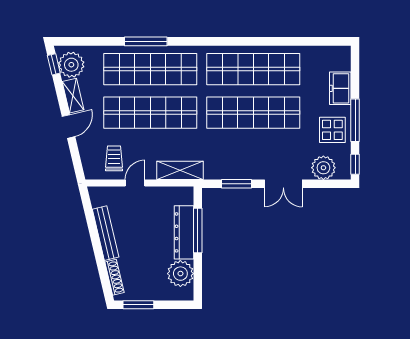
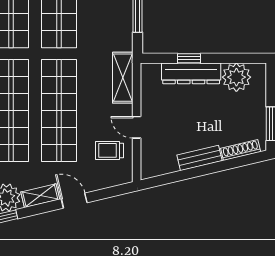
window: (198, 231) -> (189, 58), width x0.46
bench: (106, 233) -> (199, 158), width x0.73

